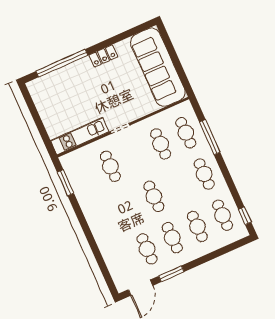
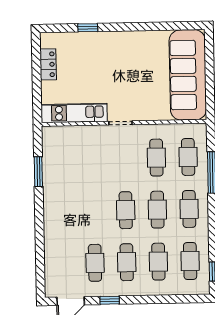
locker: (103, 56) -> (48, 64), moved, turned -90
window: (62, 63) -> (88, 28), width x0.32
cafe table: (110, 166) -> (157, 210), moved
window: (65, 183) -> (38, 172), moved
window: (171, 274) -> (110, 300), width x0.67

